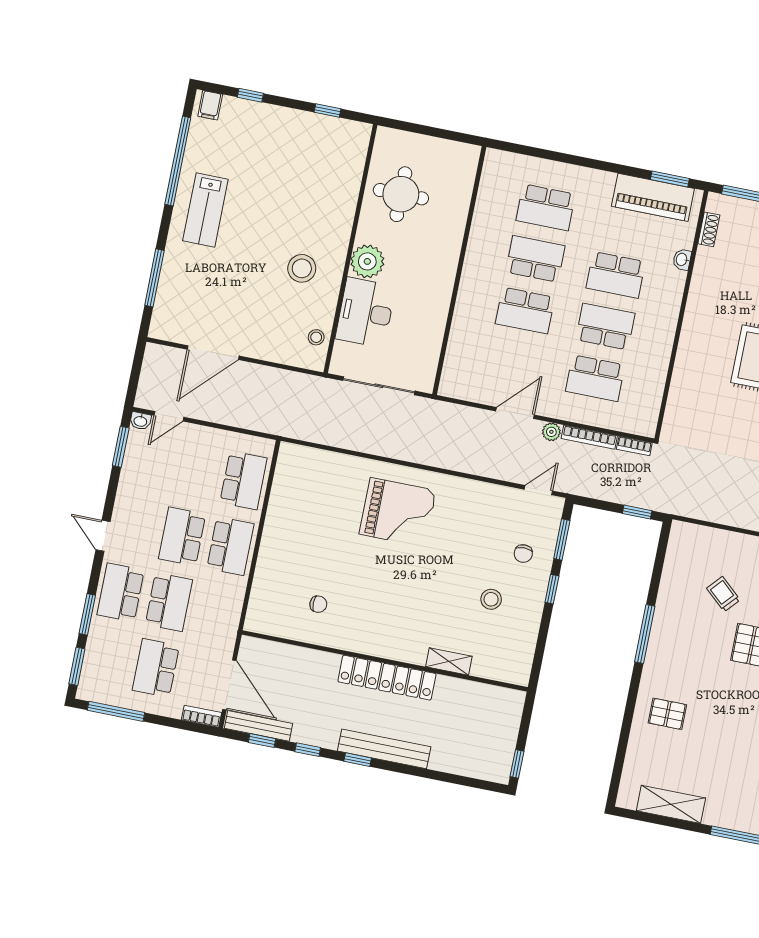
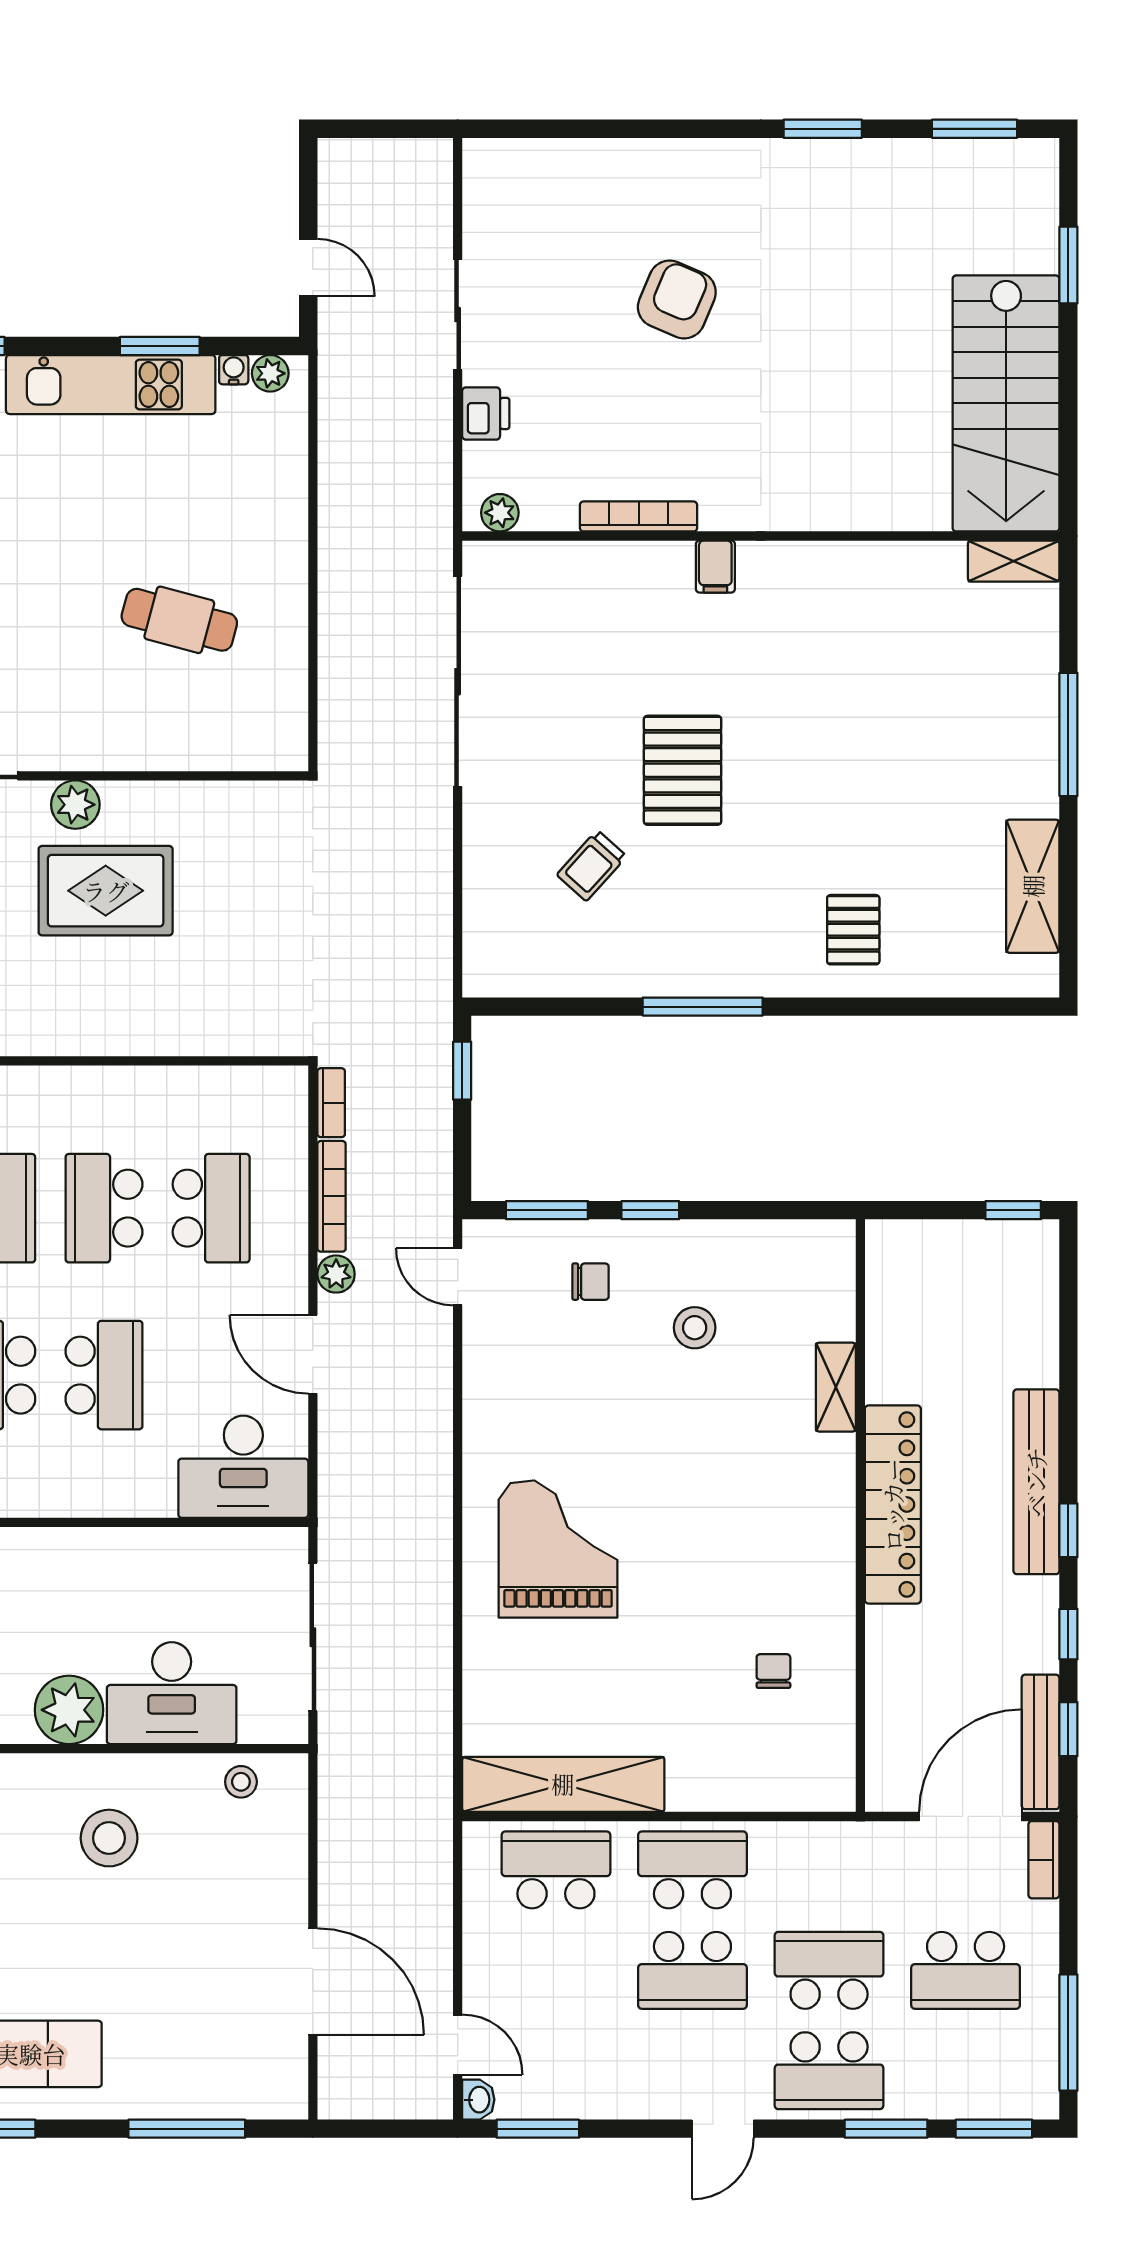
desk: (468, 369) -> (243, 1467), added
shelving: (284, 492) -> (563, 1784), added

